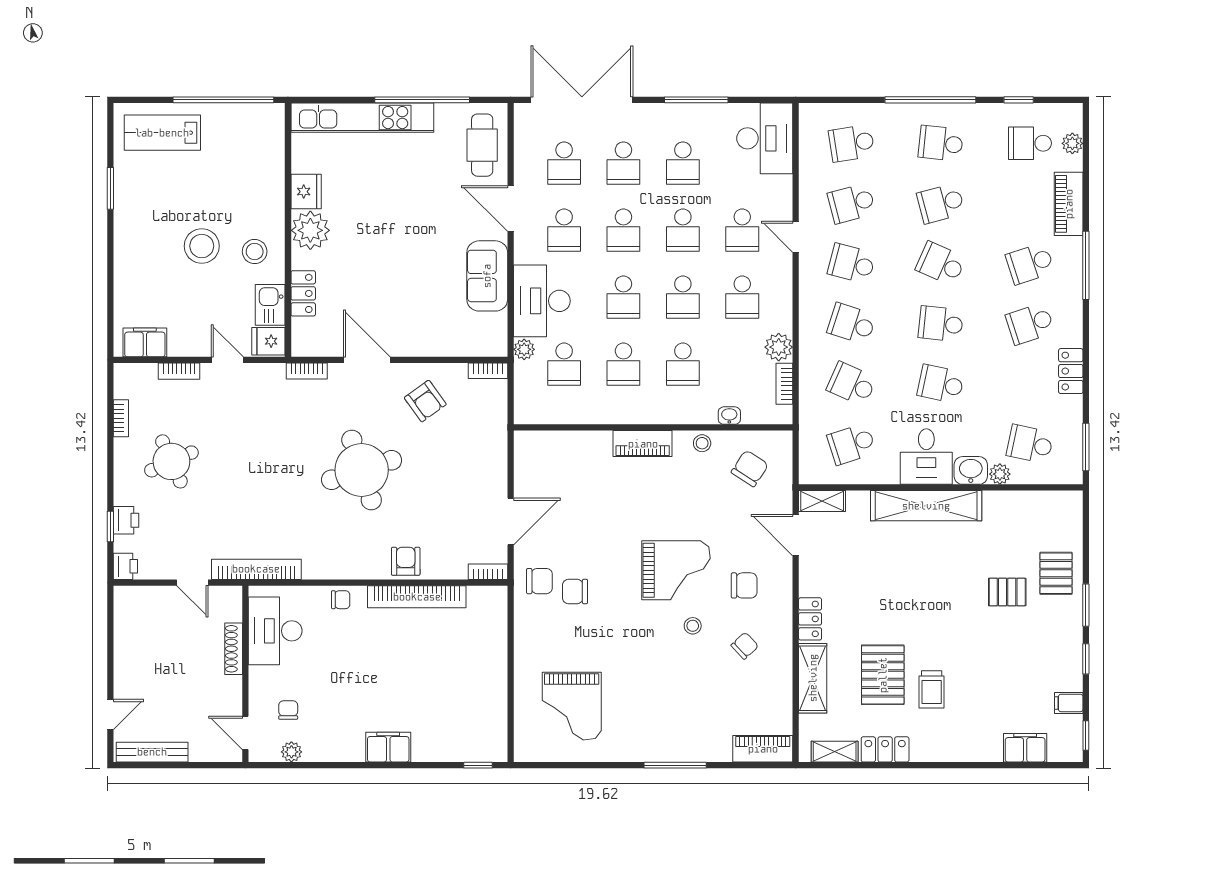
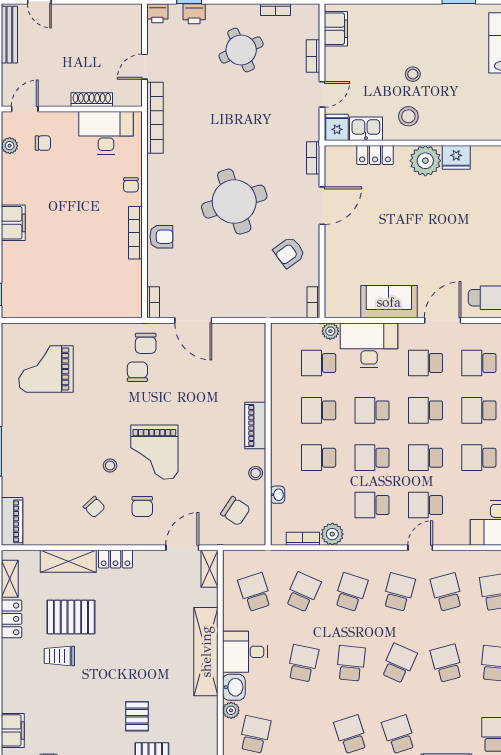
stool: (202, 246) -> (413, 74), width x0.53, depth x0.53
bookcase: (417, 597) -> (135, 233), width x0.68, depth x0.76

